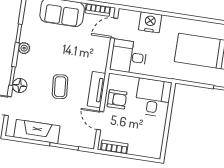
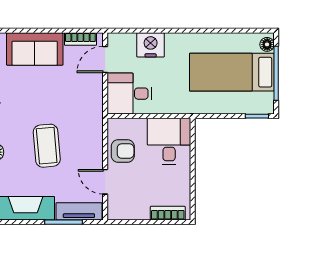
coffee table: (60, 87) -> (47, 146), width x1.36, depth x1.30
tv unit: (96, 90) -> (79, 211), moved, turned 90
bookcase: (114, 147) -> (168, 213), moved

